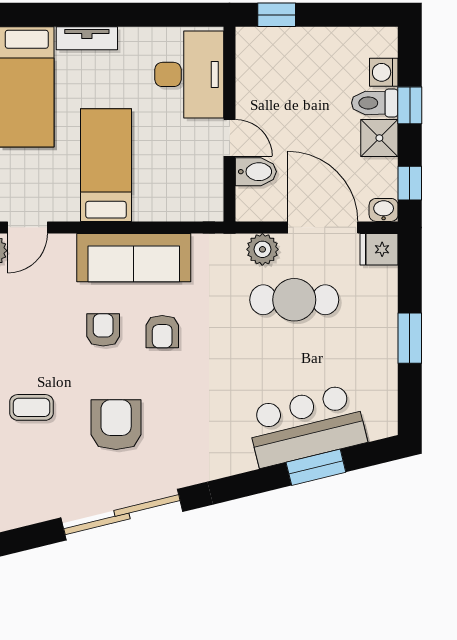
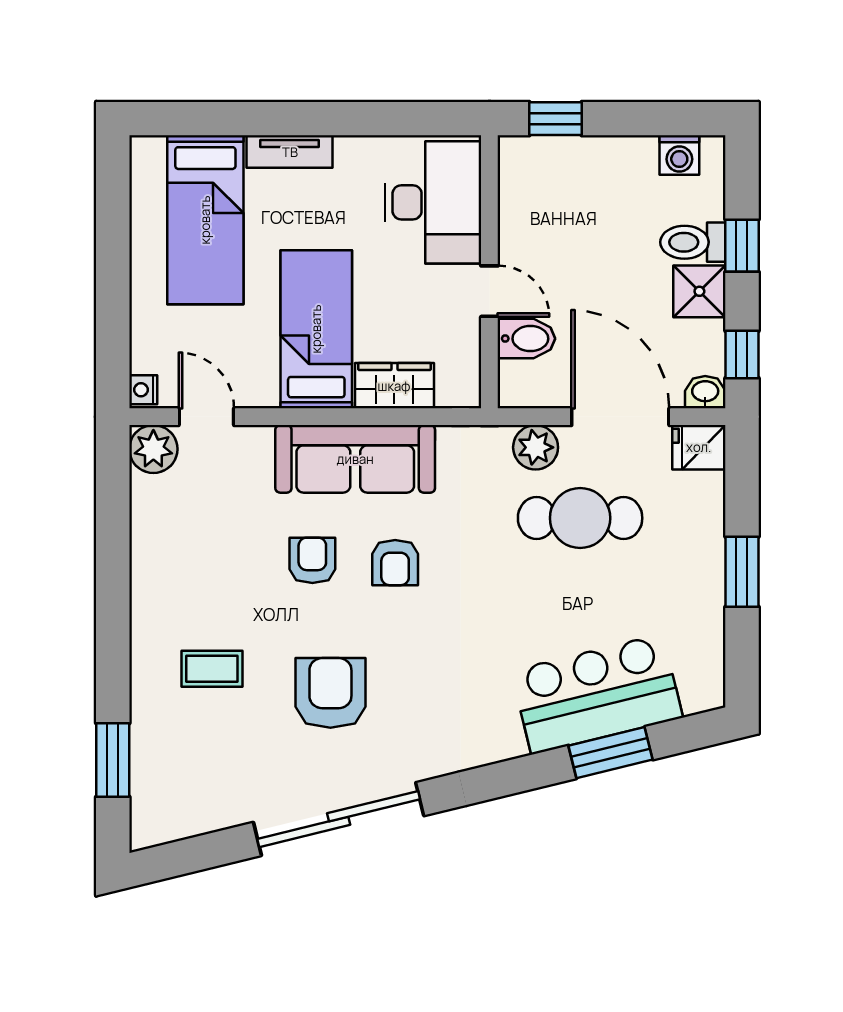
washing machine: (384, 72) -> (679, 155), moved, turned -90
wardrobe: (162, 205) -> (394, 386), added
door: (28, 227) -> (206, 417), swing flipped

